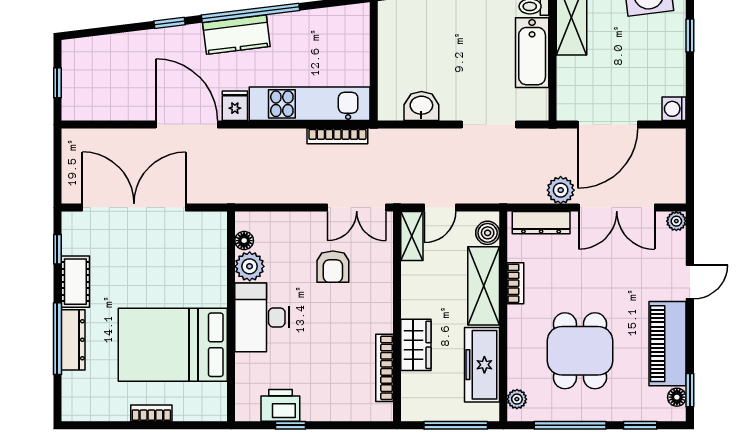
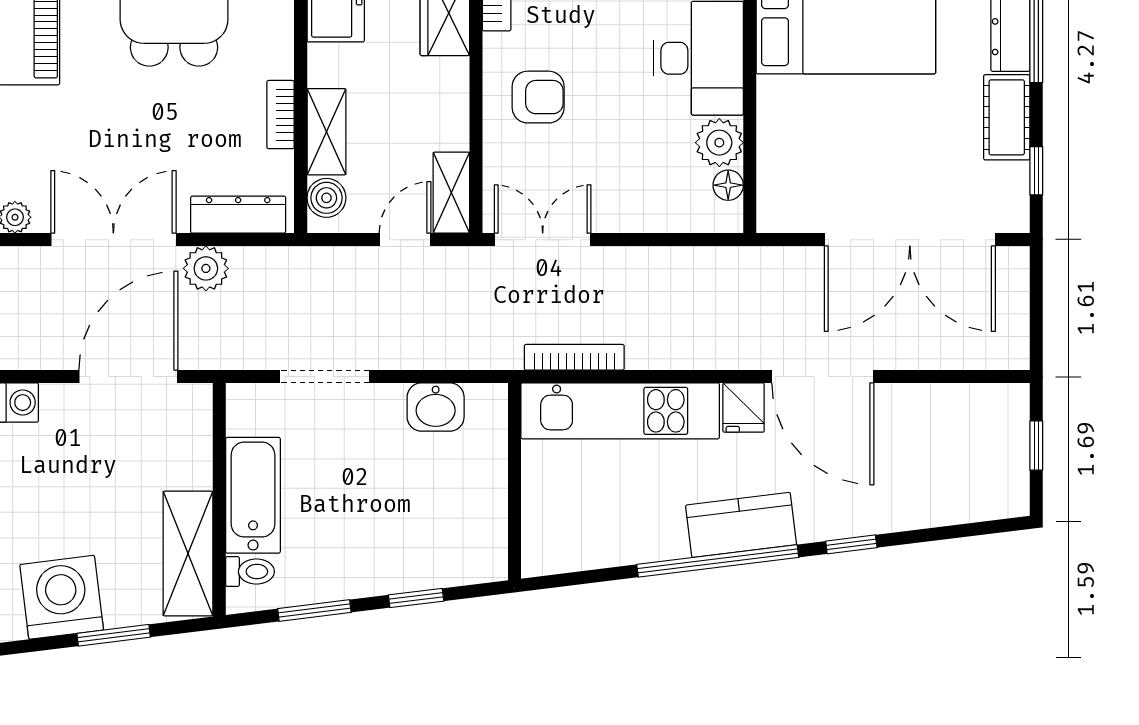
armchair: (333, 267) -> (538, 97), moved, turned 90
shelving: (484, 286) -> (326, 132), width x0.67, depth x0.75

